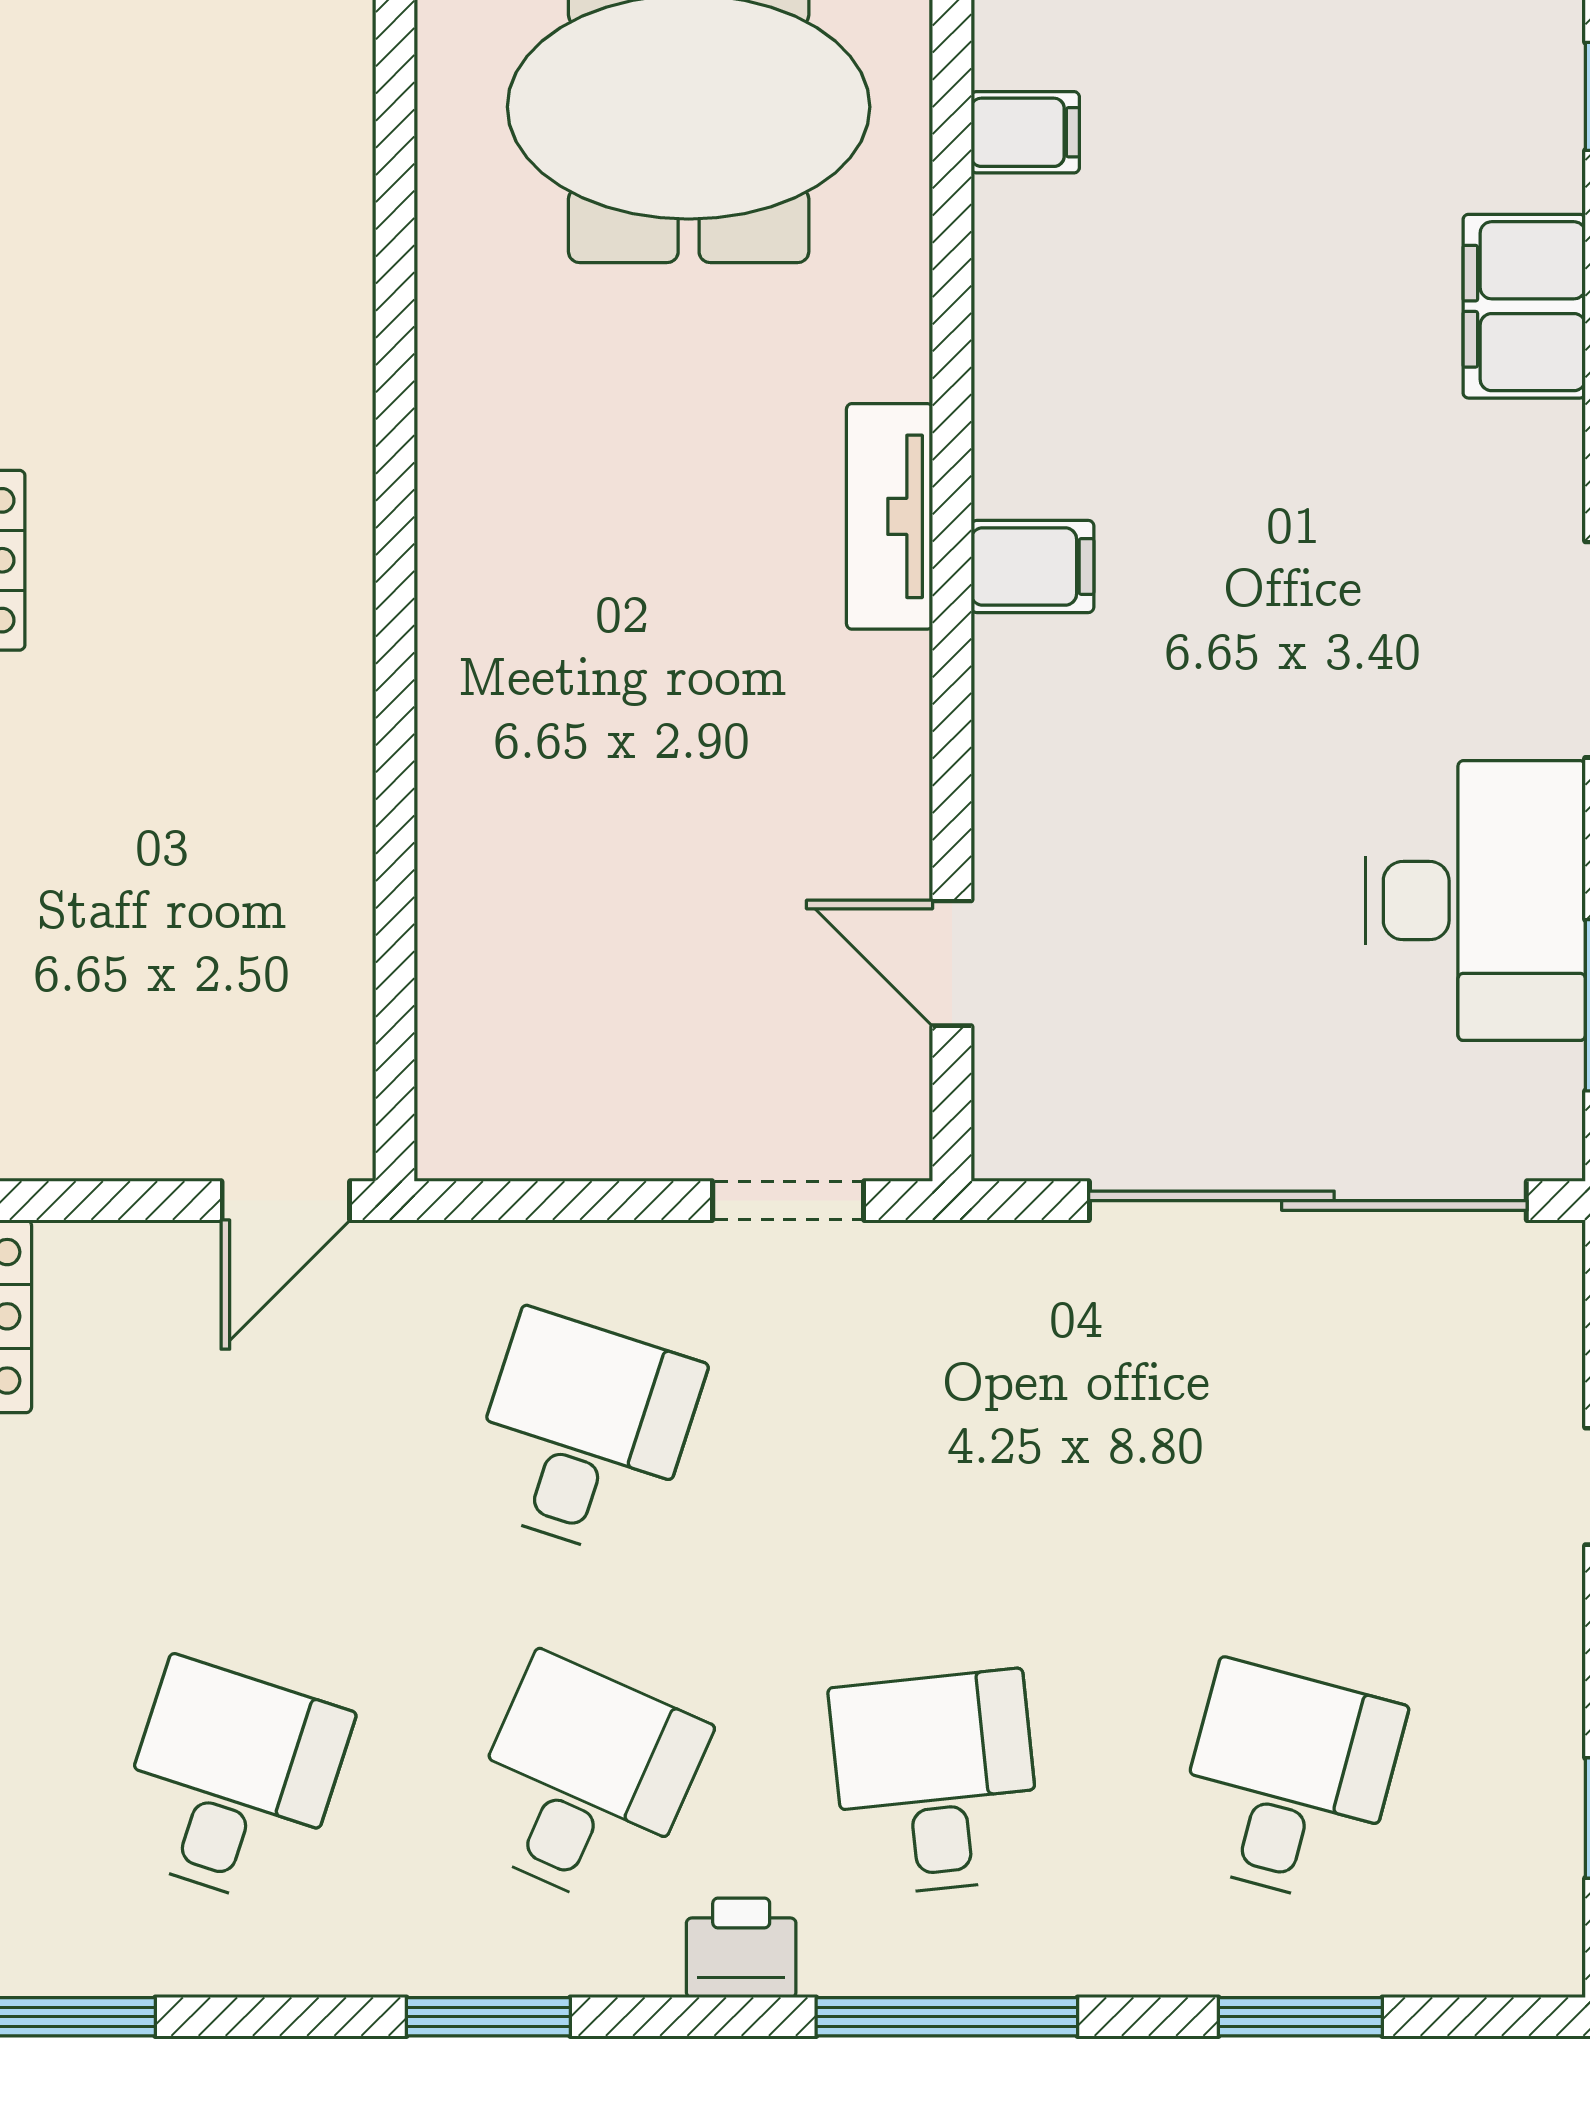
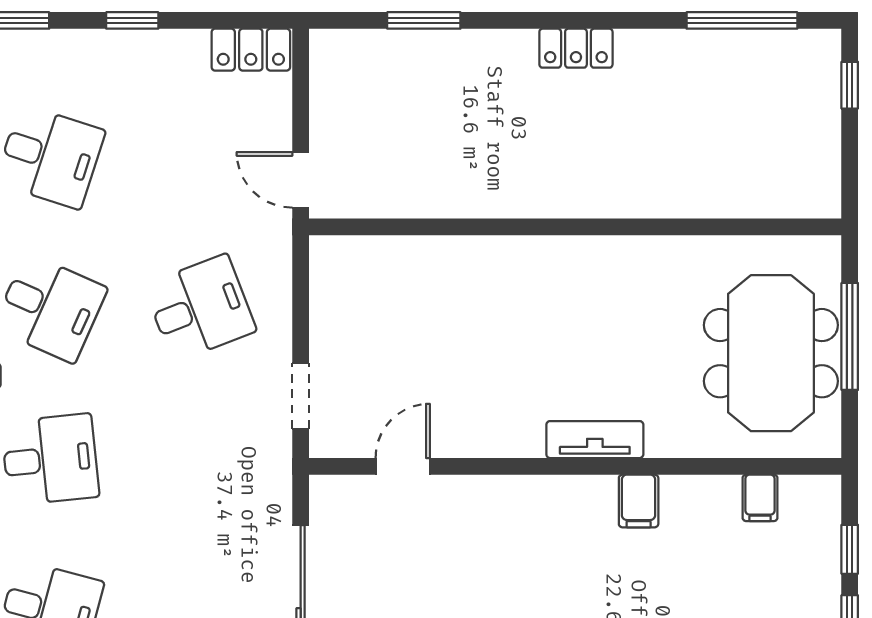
filing cabinet: (1032, 566) -> (639, 501), moved
desk: (584, 1435) -> (200, 308), turned -39

